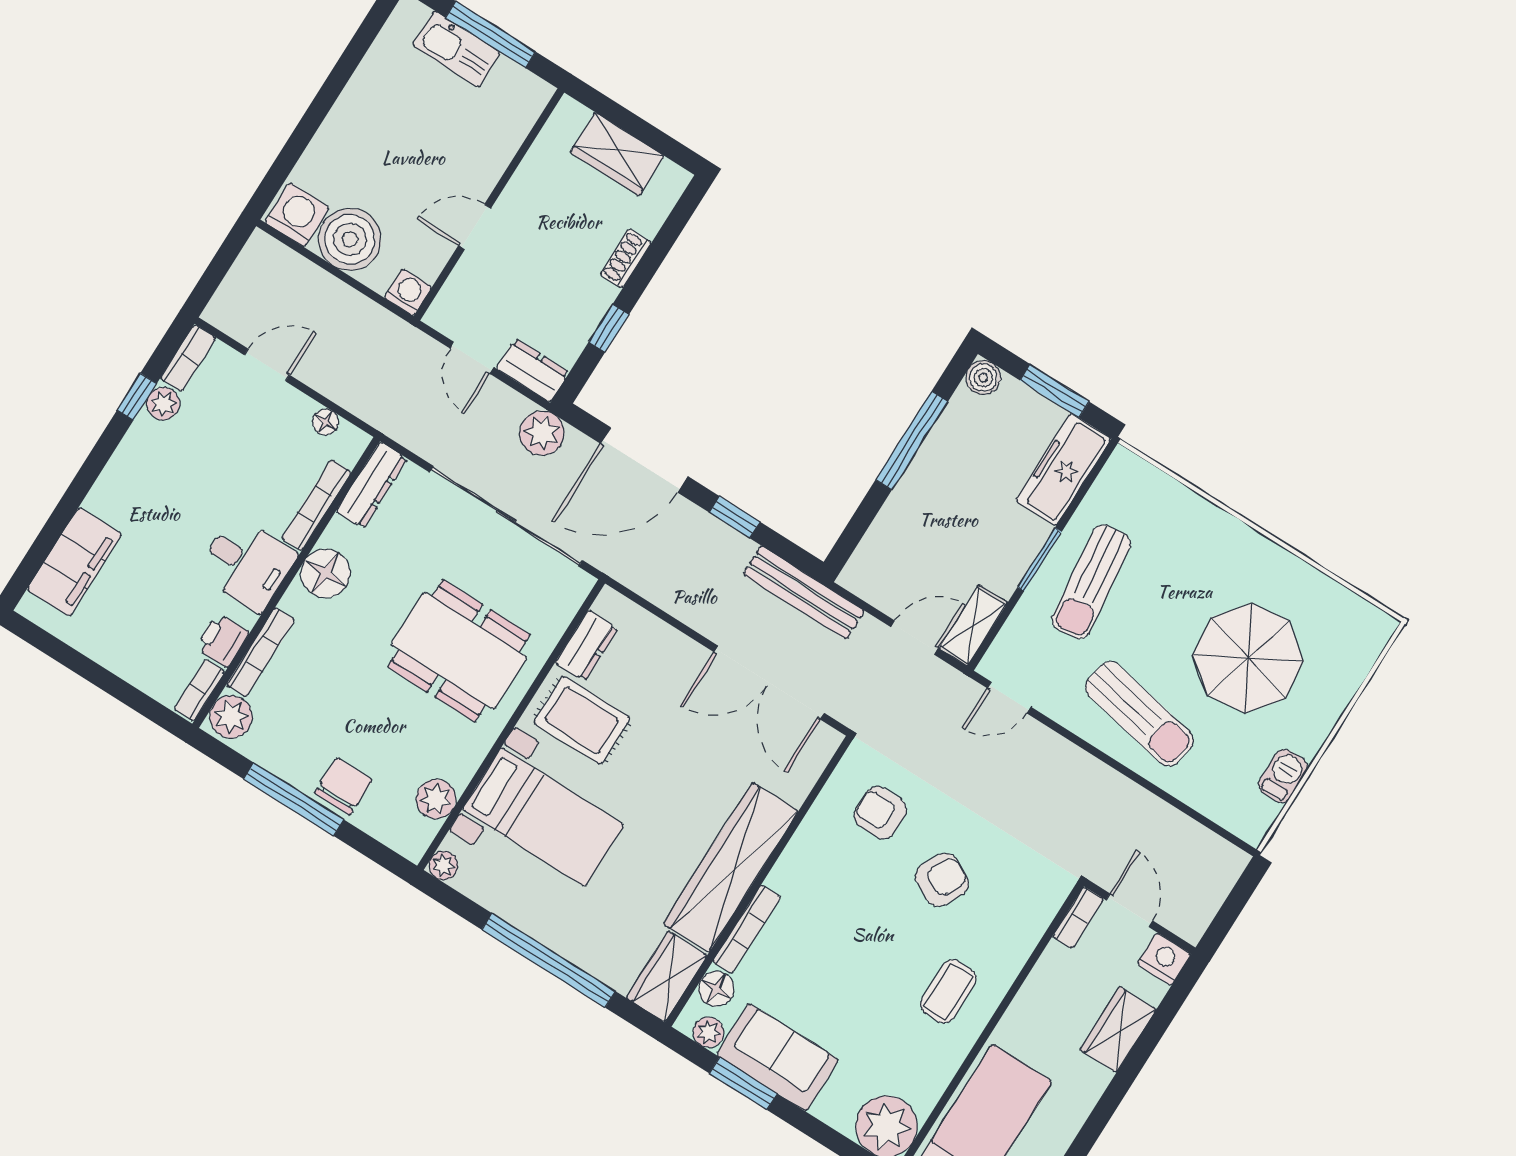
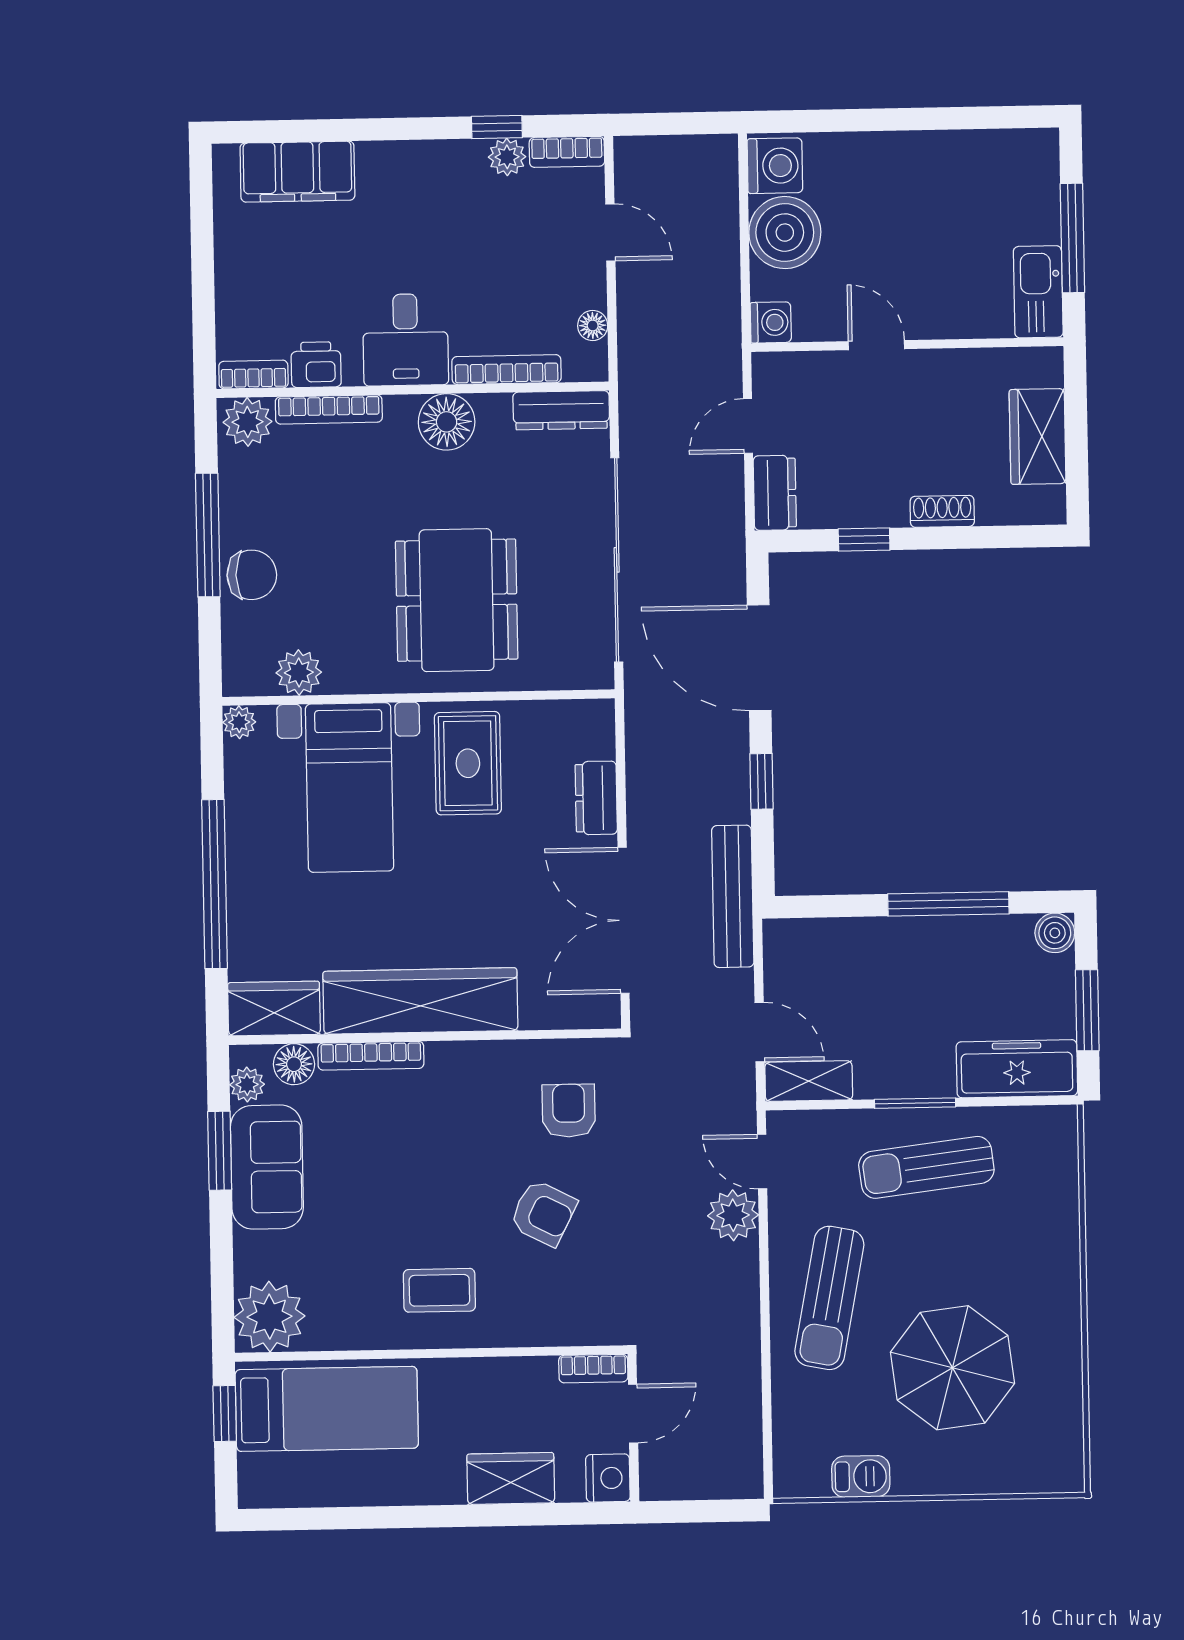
kitchen sink: (457, 49) -> (1038, 292), moved
plant: (542, 433) -> (733, 1215), moved
dresser: (587, 645) -> (596, 798), moved, turned 90

